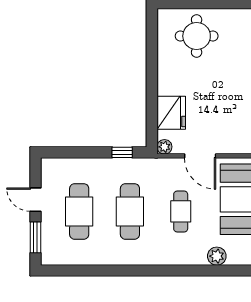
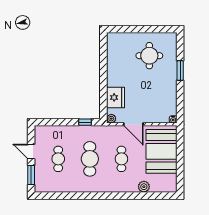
round table: (197, 36) -> (149, 56), moved
cafe table: (79, 211) -> (58, 159), width x0.73, depth x0.74

